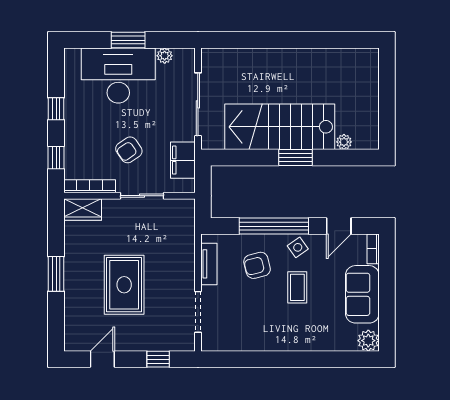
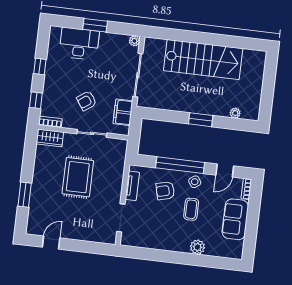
plant: (165, 56) -> (134, 41), moved
desk: (118, 76) -> (79, 44), width x0.73, depth x0.77
stairs: (280, 127) -> (203, 60), moved, turned 180
bookcase: (90, 186) -> (50, 122), width x0.64
window: (56, 274) -> (25, 195), moved
rug: (124, 285) -> (78, 177), moved
plant: (368, 341) -> (197, 247), moved
window: (158, 359) -> (90, 247), removed

